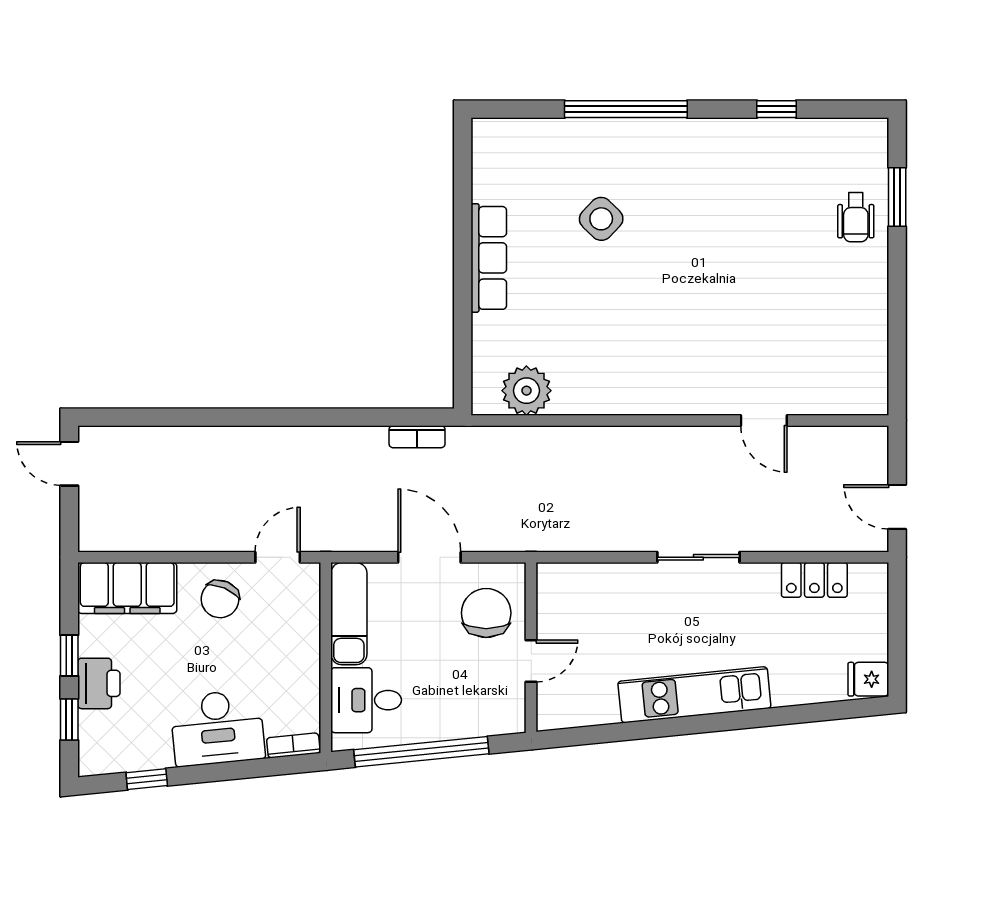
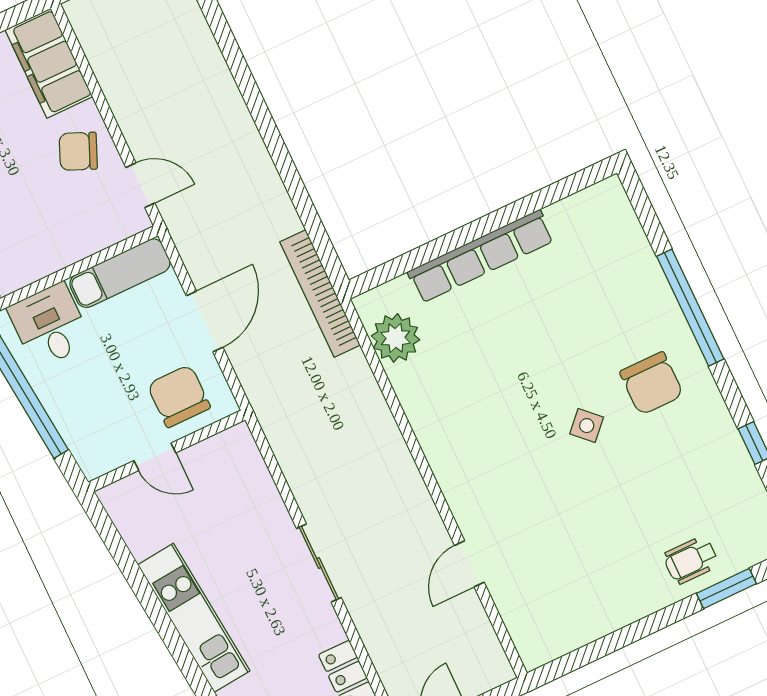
chair: (678, 177) -> (652, 383), added
side table: (601, 219) -> (587, 426), moved, width x0.73, depth x0.73
row of seats: (489, 258) -> (481, 256), width x1.36
bookcase: (417, 437) -> (320, 294), width x2.31, depth x1.31
chair: (486, 613) -> (179, 396), turned -90

